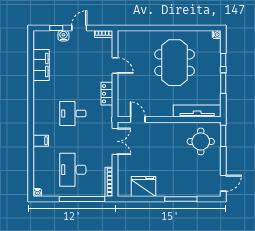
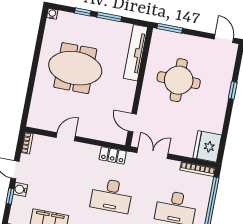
locker: (107, 94) -> (113, 155), moved
desk: (73, 114) -> (112, 195), width x1.37
door: (138, 119) -> (132, 123), hinge flipped
round table: (201, 141) -> (179, 80), moved, width x1.36, depth x1.36
fridge: (144, 186) -> (207, 146), moved
window: (181, 199) -> (233, 90), width x0.46

